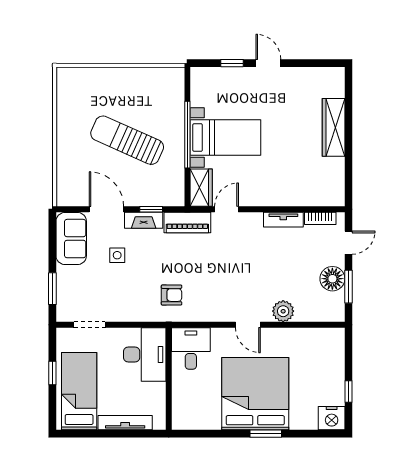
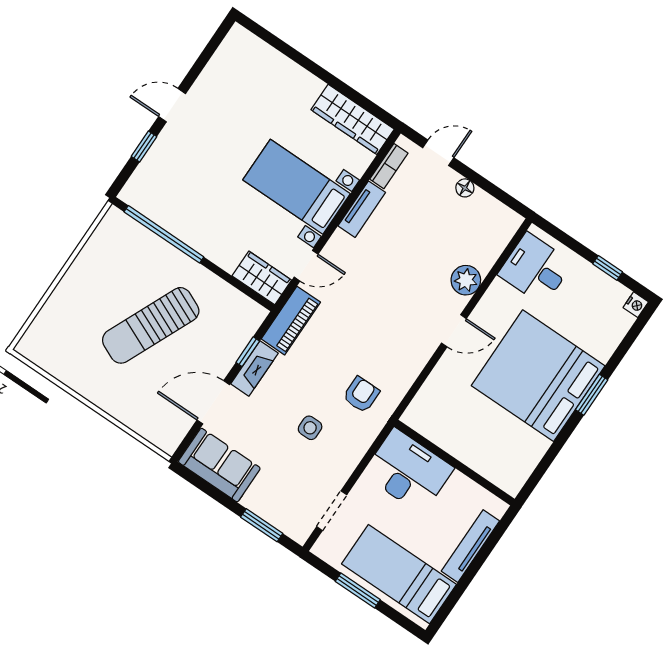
wardrobe: (334, 127) -> (353, 119), moved
window: (187, 135) -> (164, 234), moved
bed with nightstands: (225, 138) -> (297, 187), moved, turned -90
door: (227, 209) -> (306, 266), swing flipped
door: (348, 243) -> (438, 153), hinge flipped
side table: (117, 255) -> (310, 428), moved
floor lamp: (332, 279) -> (465, 188), width x0.53, depth x0.53
window: (348, 287) -> (488, 187), removed
desk: (191, 348) -> (535, 269), moved
window: (52, 373) -> (358, 590), width x1.50
nightstand: (332, 418) -> (636, 305), width x0.53, depth x0.56

